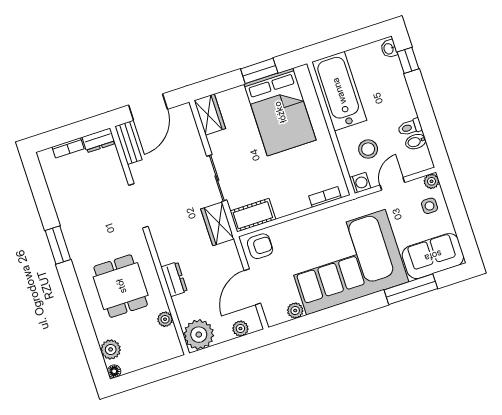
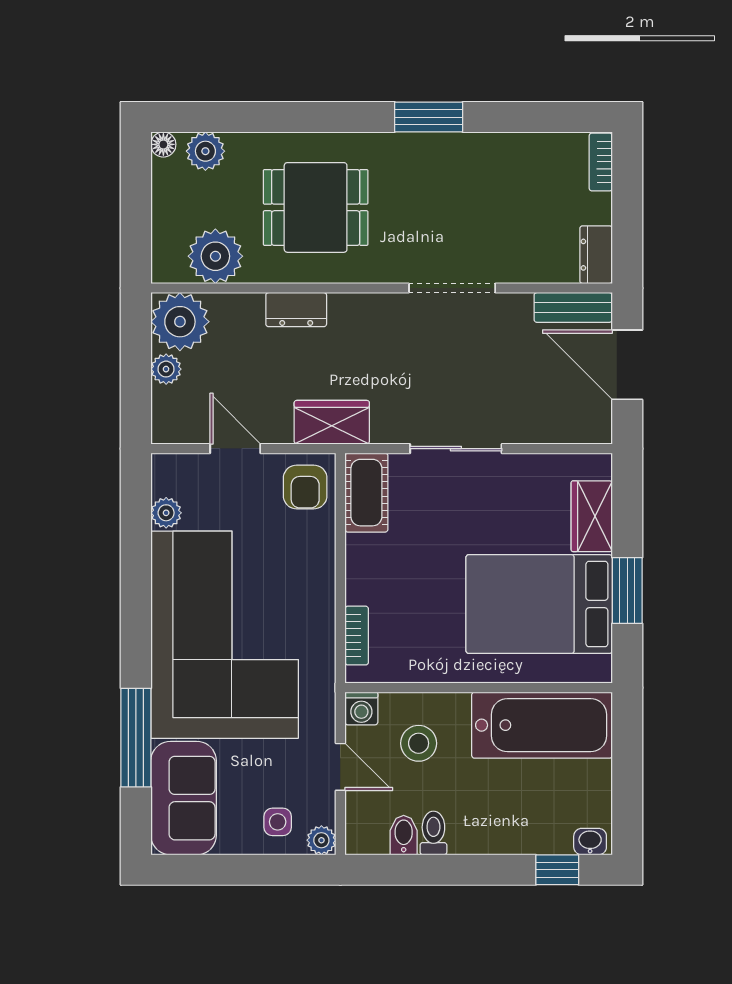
wardrobe: (210, 115) -> (592, 516), moved, turned 90
bookcase: (68, 148) -> (601, 162), moved
wardrobe: (217, 224) -> (332, 422), moved
door: (252, 287) -> (235, 449), width x0.73
plant: (165, 319) -> (215, 256), width x1.87, depth x1.87
plant: (240, 329) -> (166, 369), moved

